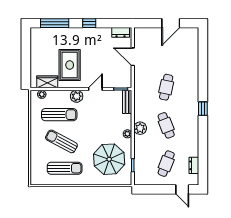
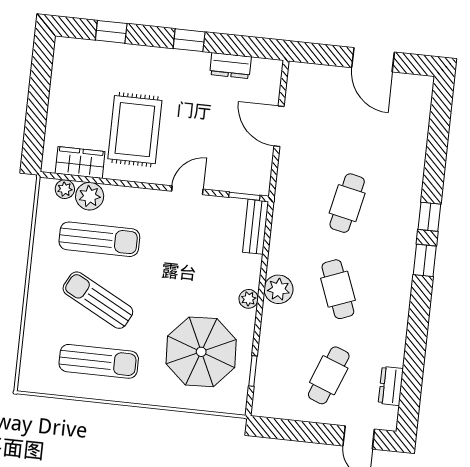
window: (55, 23) -> (111, 32), width x0.46
door: (171, 23) -> (373, 60), hinge flipped
dresser: (121, 32) -> (231, 66), moved
window: (203, 89) -> (429, 217), added
plant: (77, 96) -> (90, 196), moved

